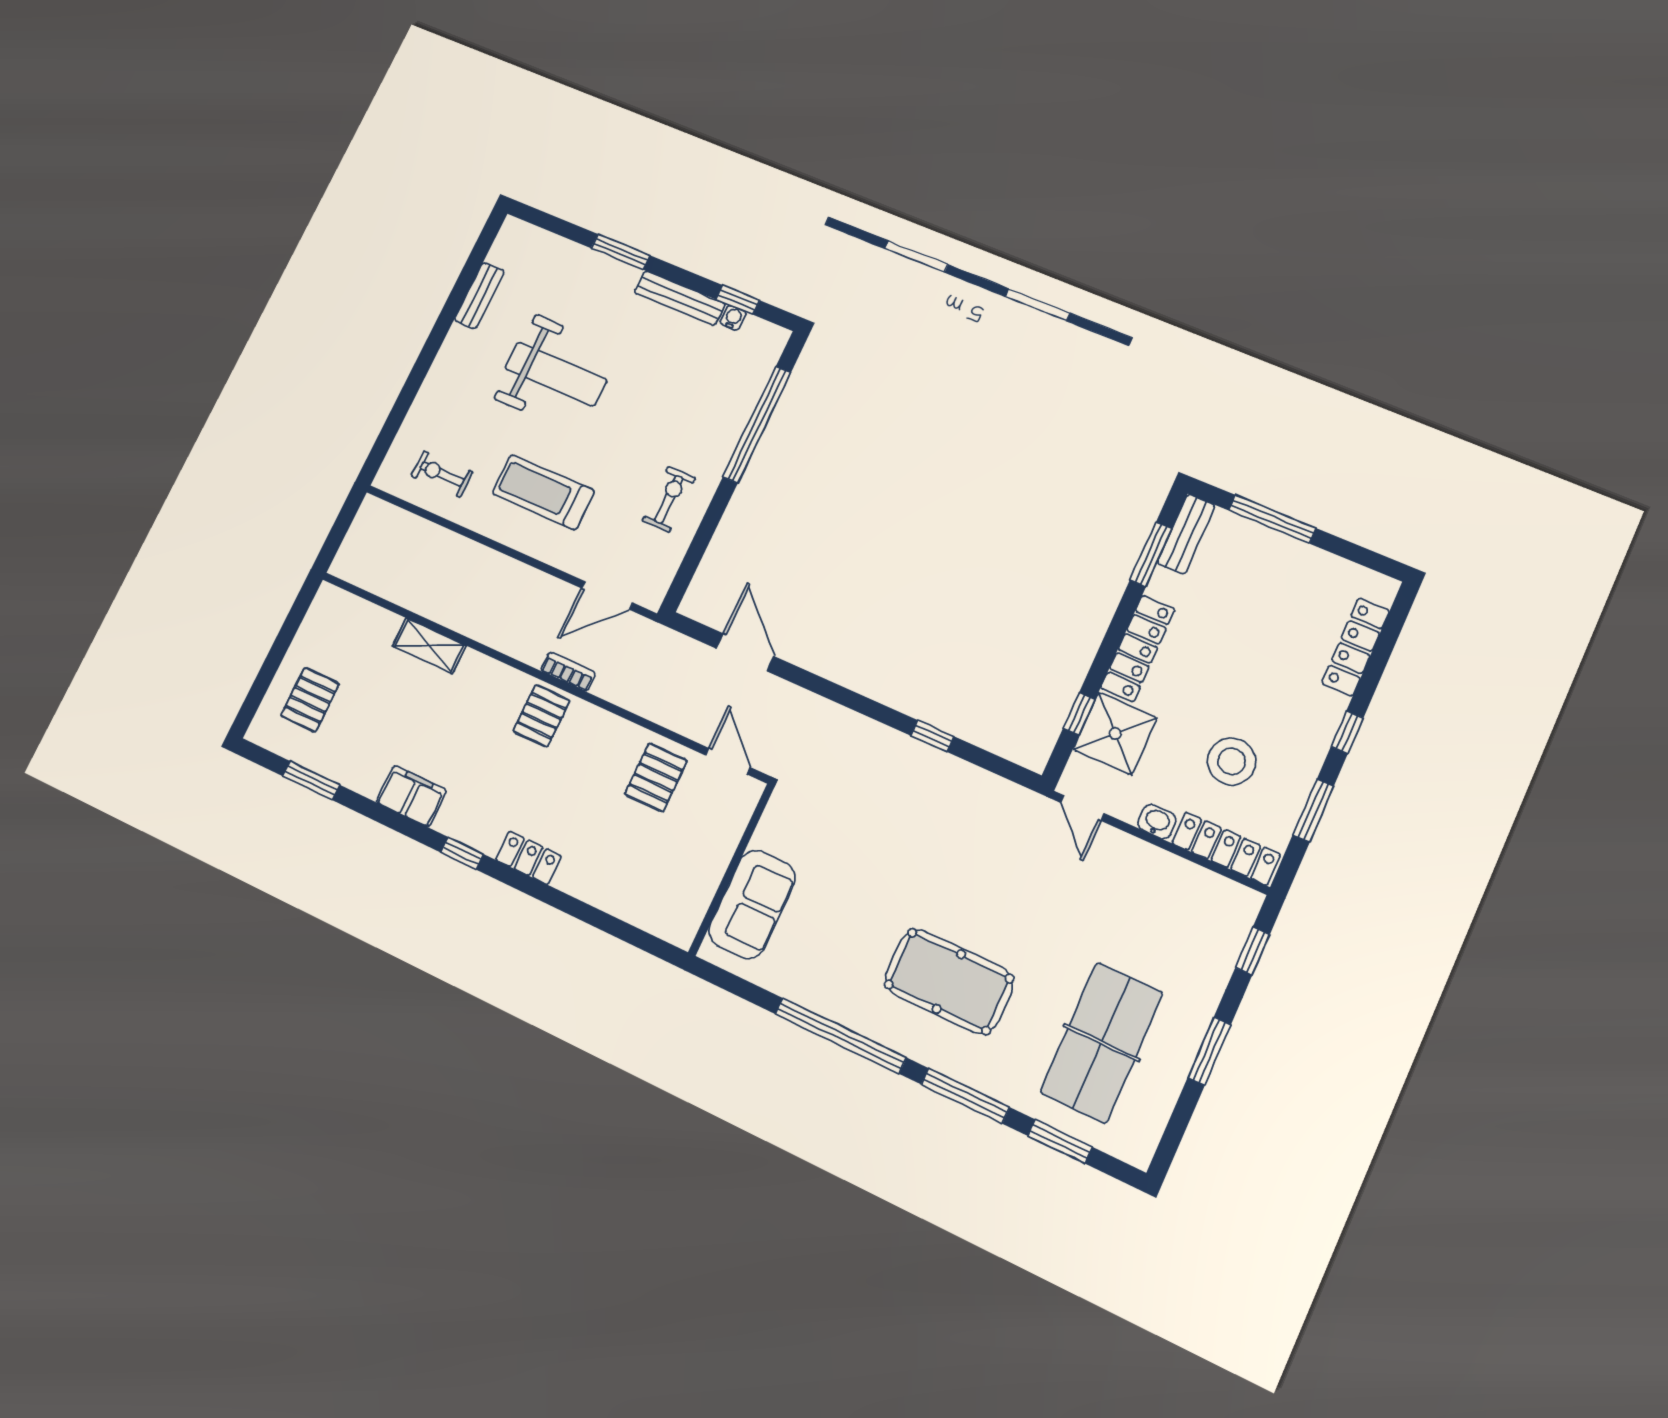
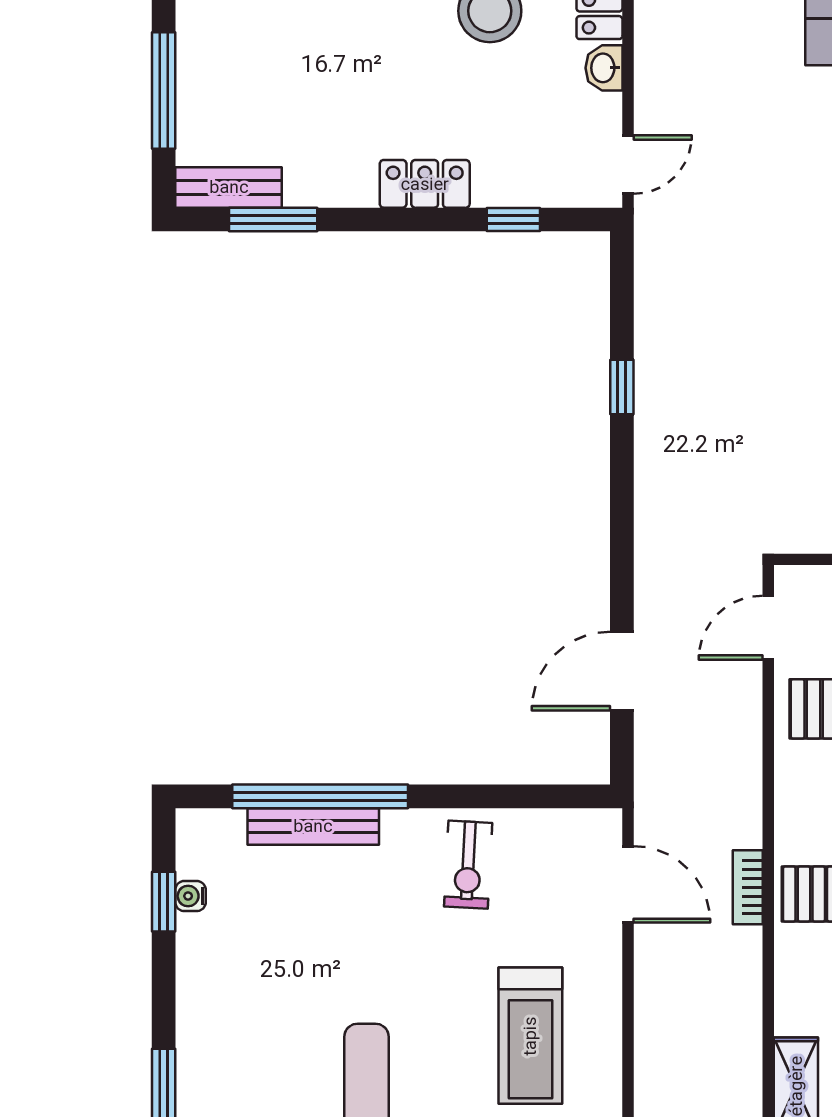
bench: (680, 298) -> (313, 826), moved, turned 90
exercise bike: (669, 499) -> (468, 865), turned -87
locker: (1138, 648) -> (425, 184), width x0.66
shower: (1115, 734) -> (519, 165), removed

